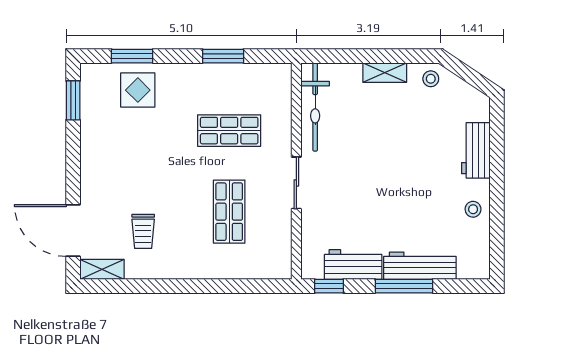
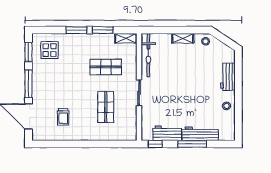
window: (132, 56) -> (76, 30), moved
display table: (138, 90) -> (50, 50), moved
window: (73, 165) -> (28, 84), added
shelving: (102, 269) -> (126, 38), moved

